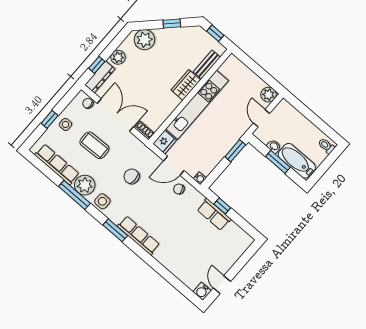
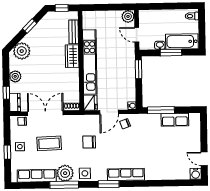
dresser: (100, 77) -> (15, 102), width x0.70
window: (222, 206) -> (161, 110), width x2.17
row of seats: (214, 214) -> (175, 120), moved

